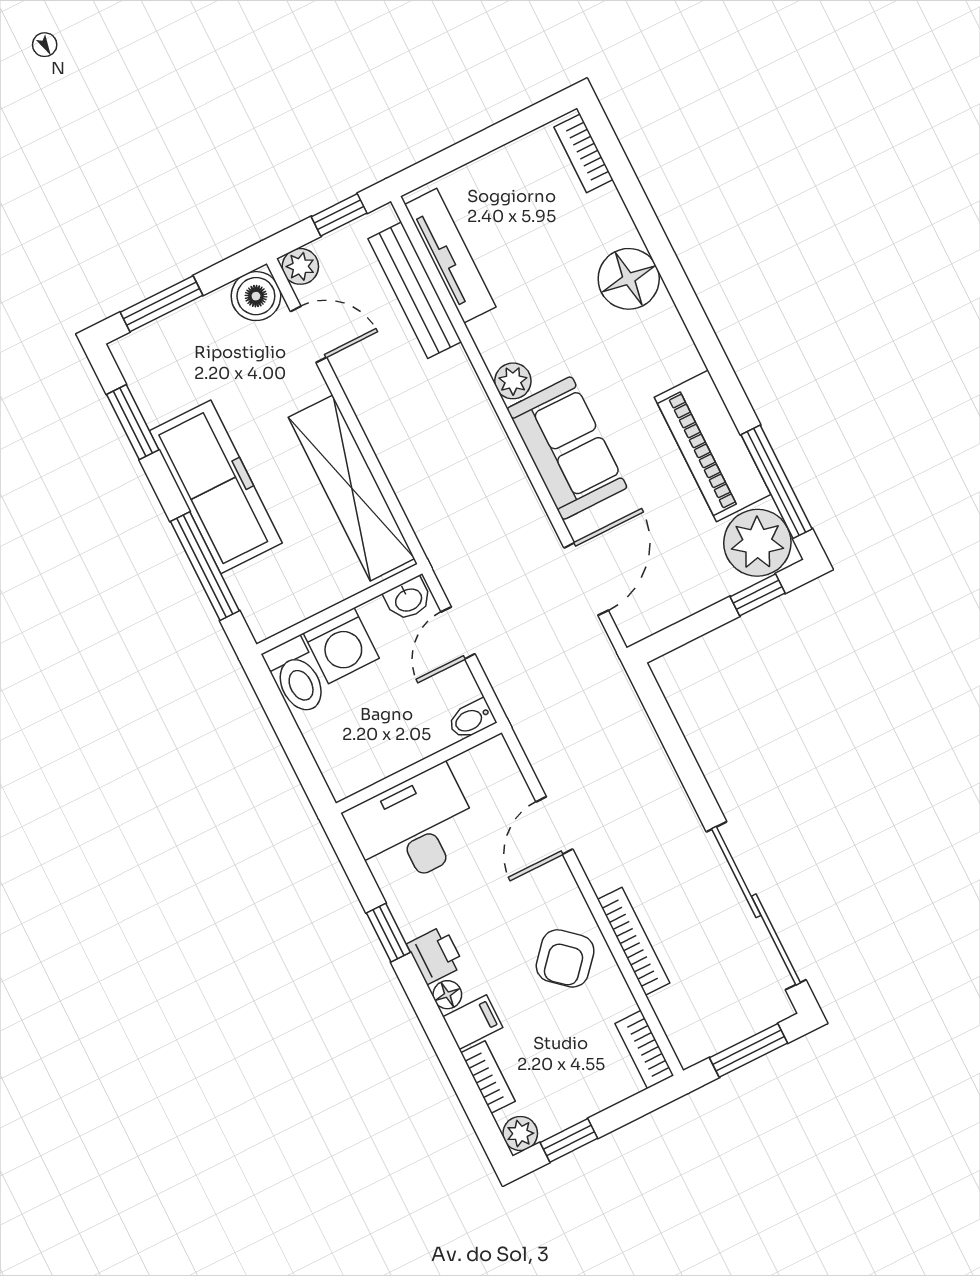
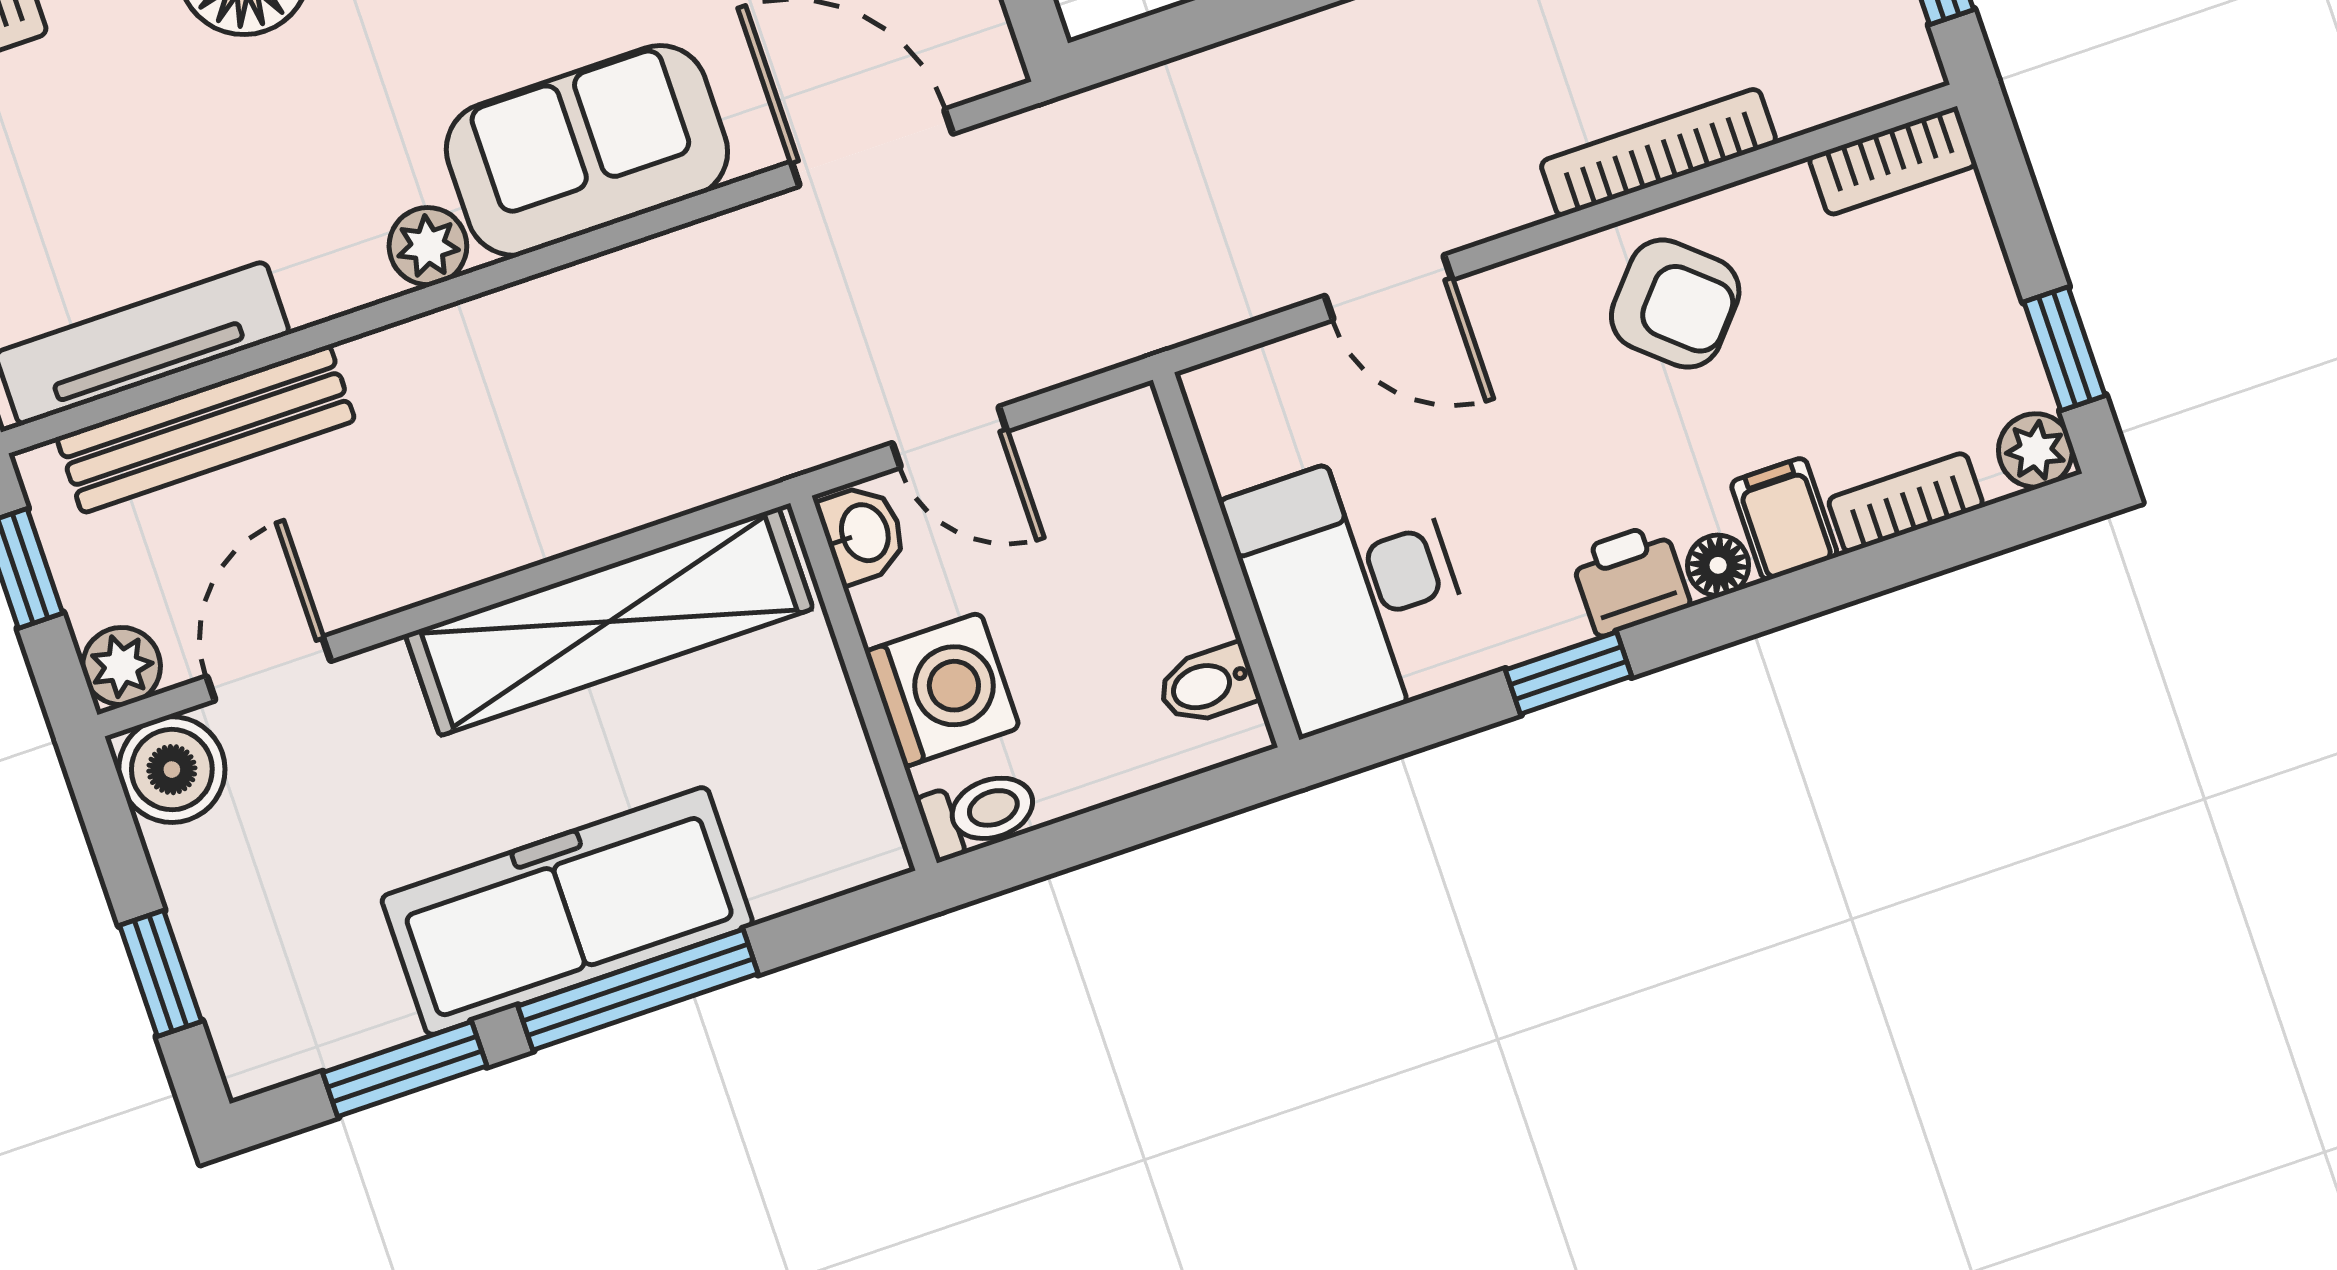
window: (161, 304) -> (161, 973), width x0.67
window: (205, 566) -> (638, 990), moved
toilet: (297, 676) -> (979, 813), width x0.73, depth x0.72
bidet: (471, 719) -> (1208, 685), moved, turned 90

